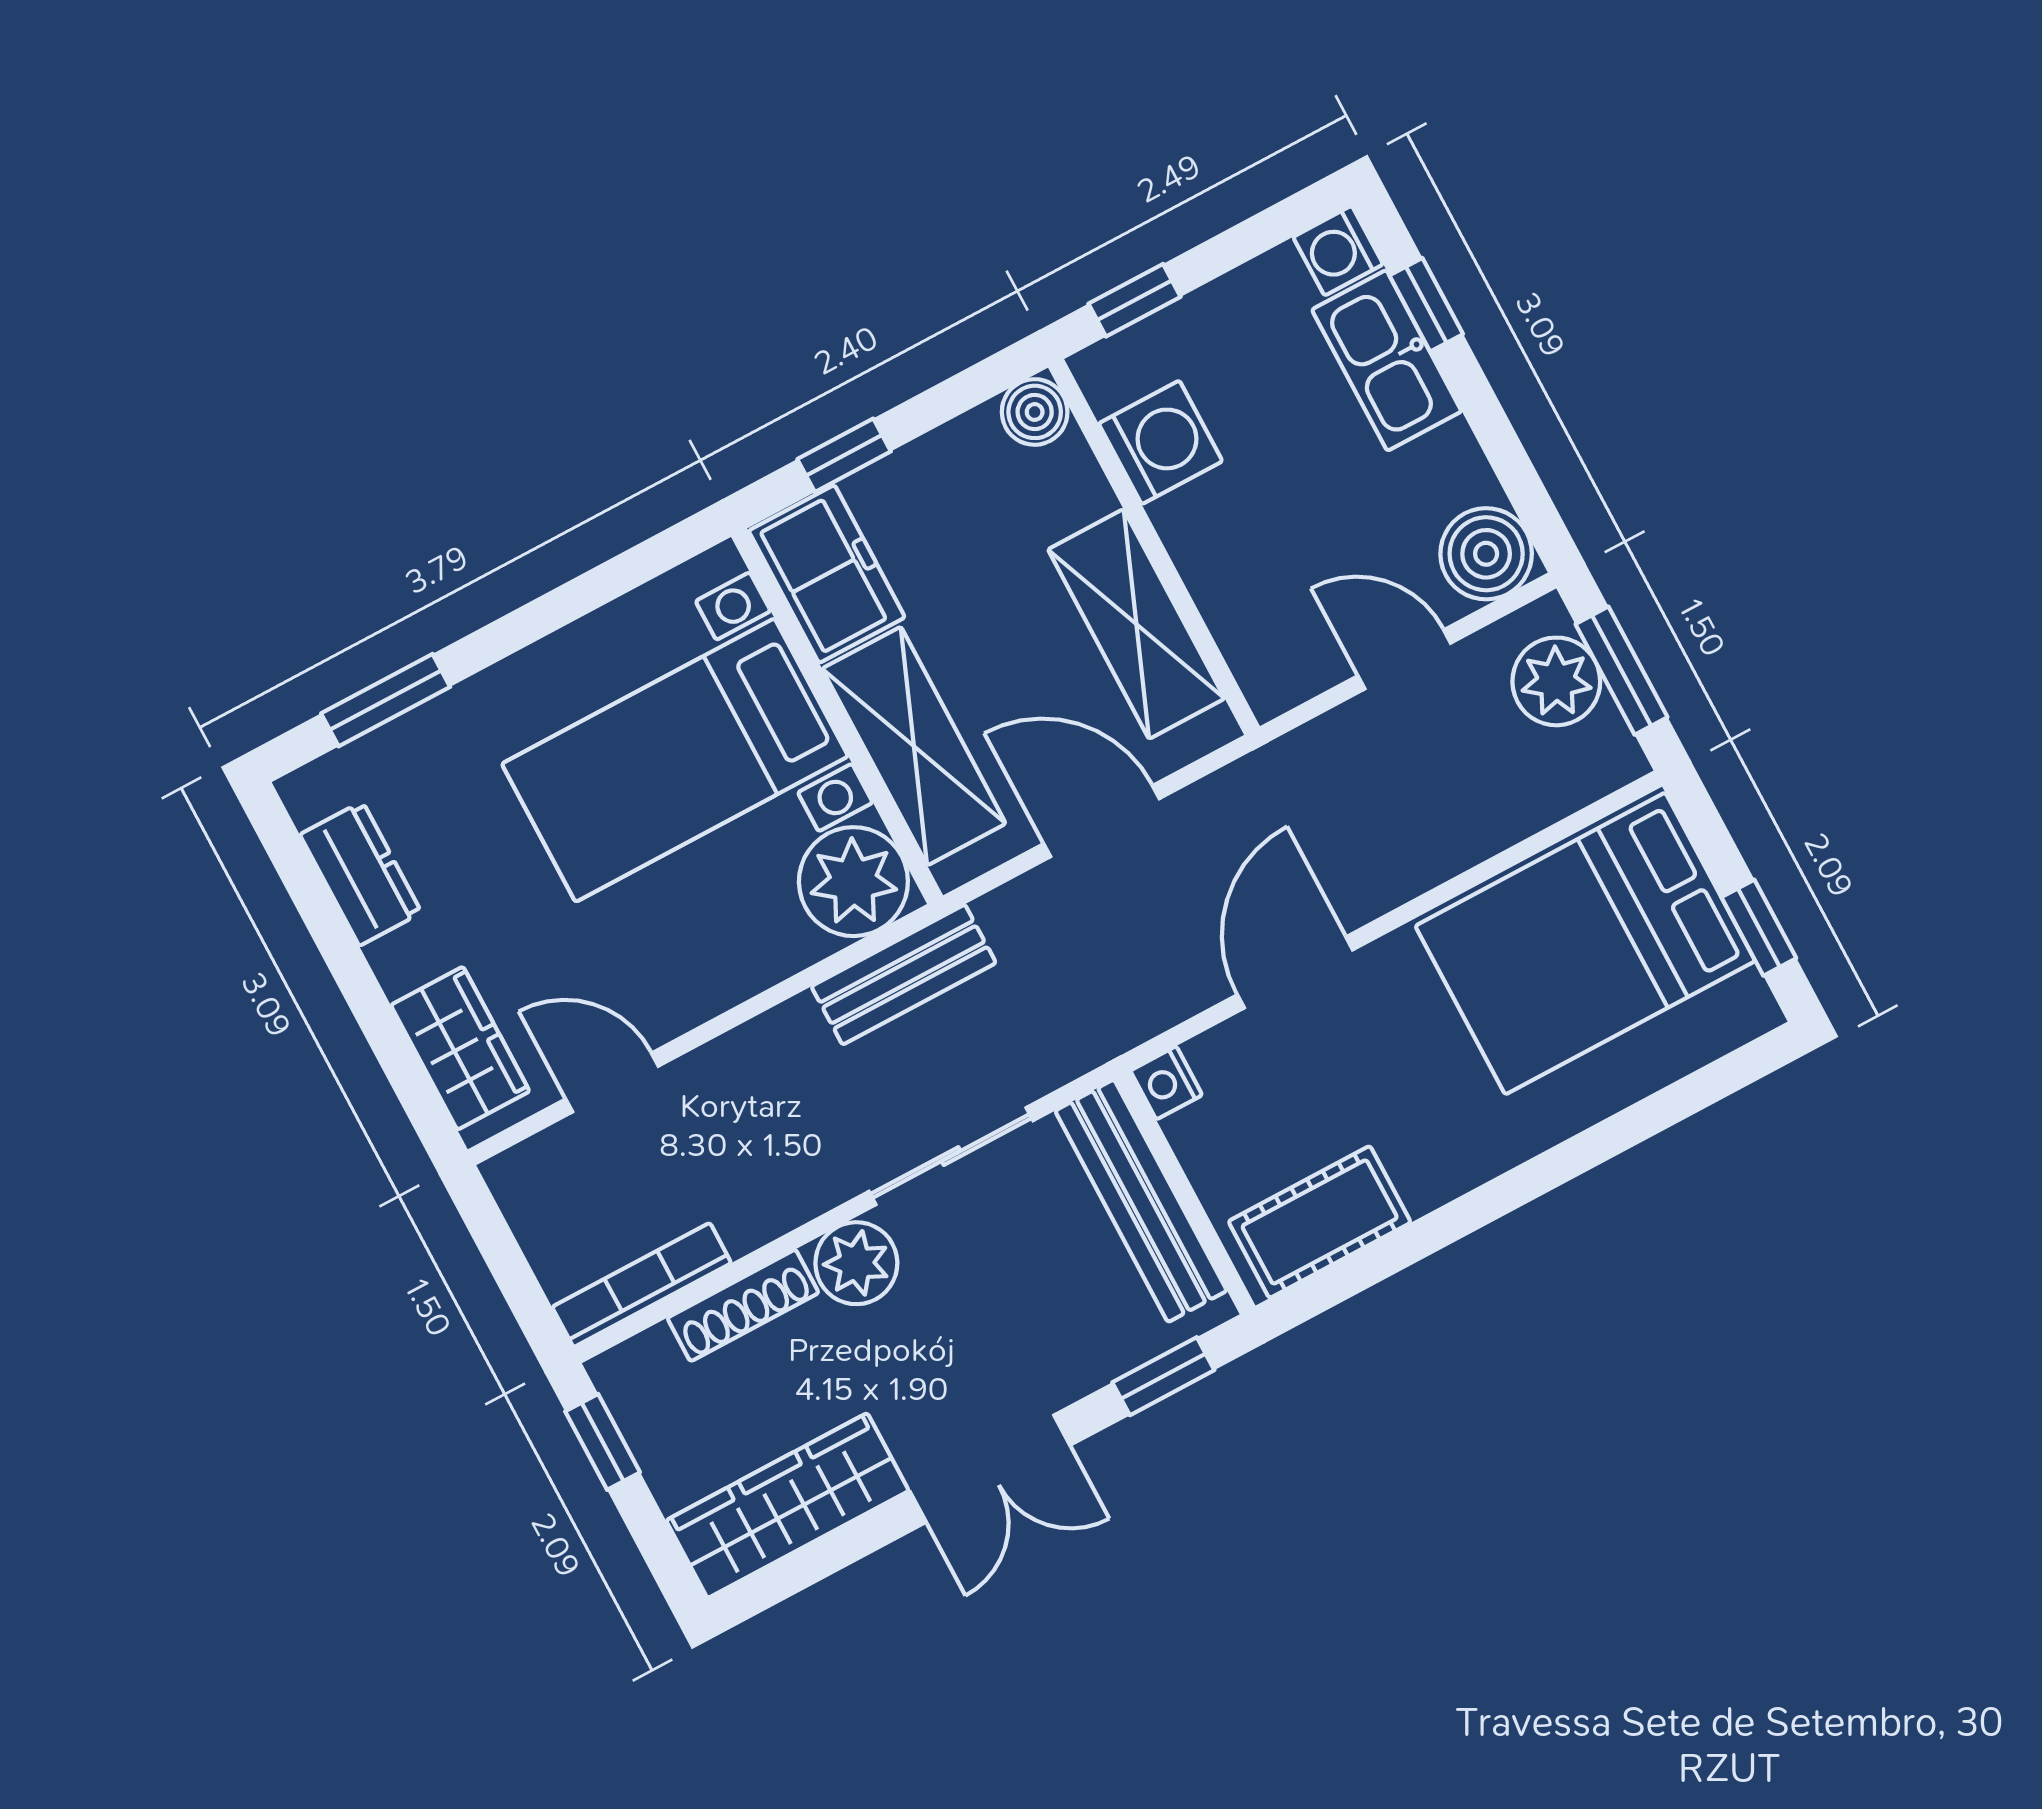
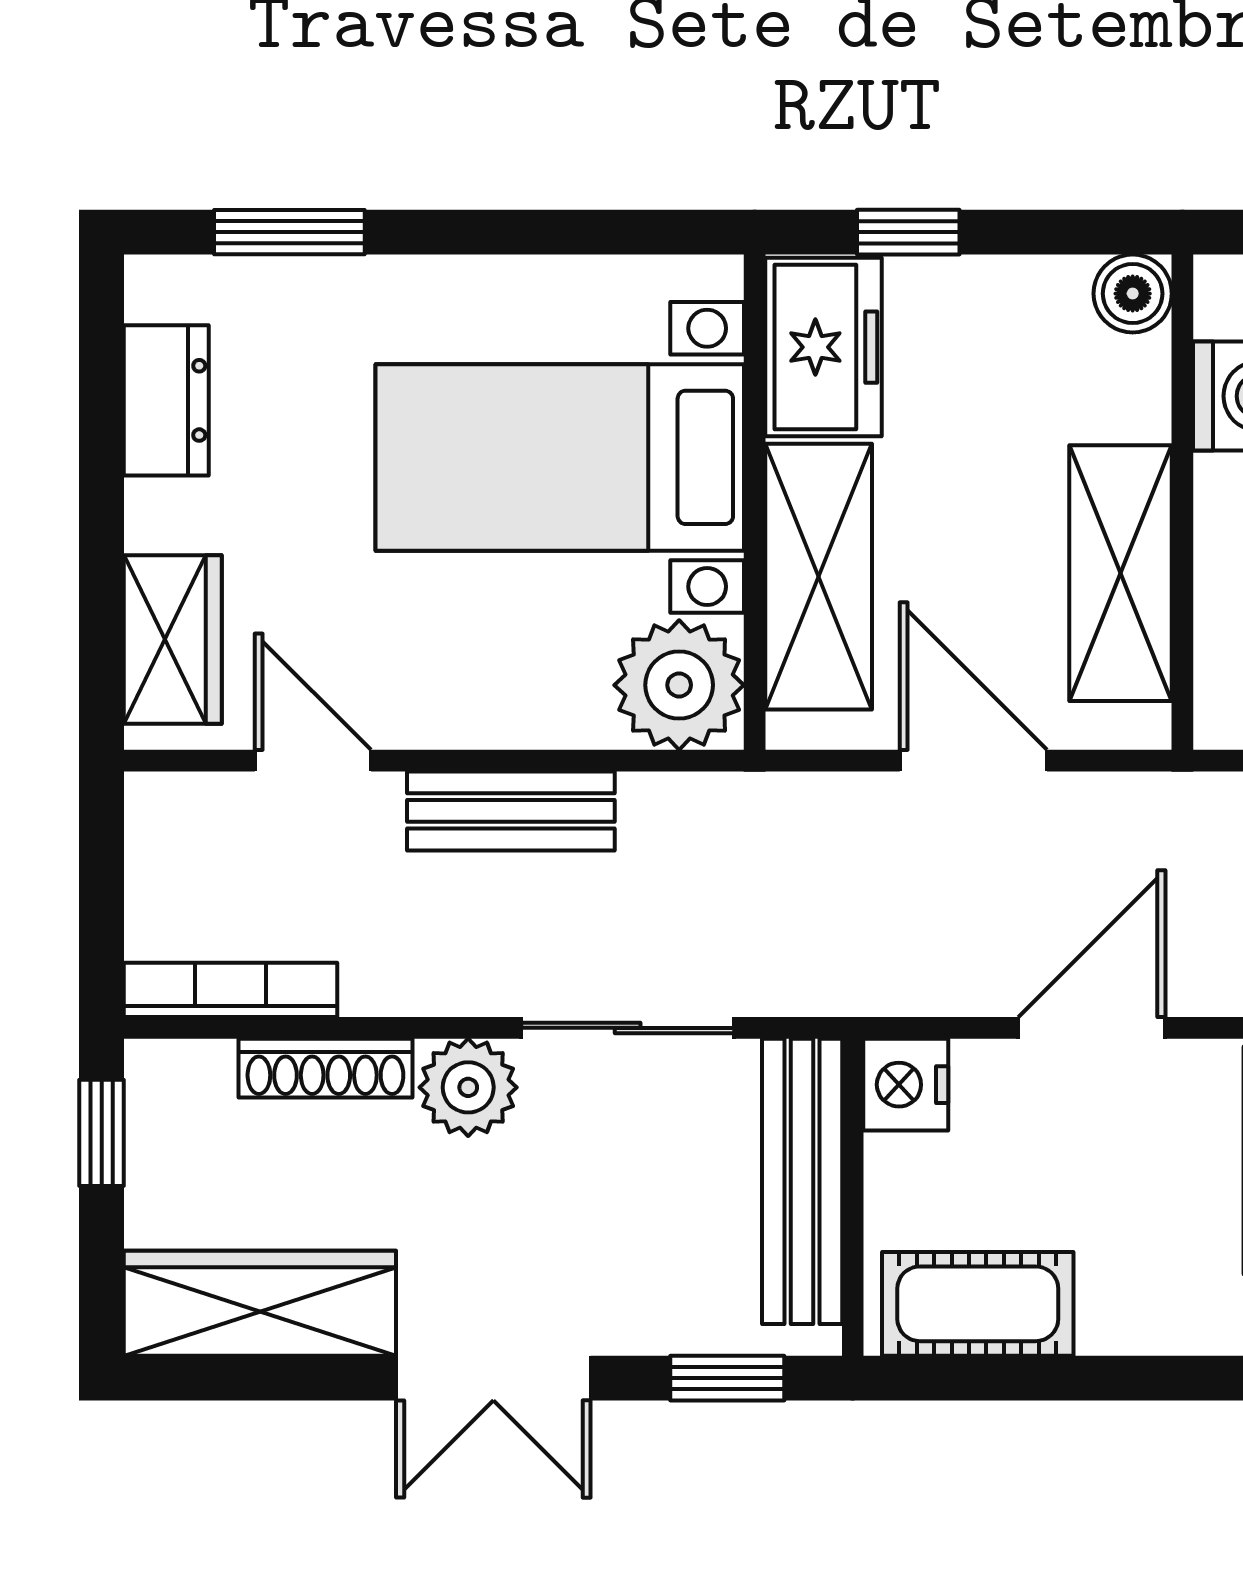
bench: (904, 975) -> (511, 811), moved
nightstand: (1166, 1083) -> (906, 1085), width x1.39, depth x1.35

